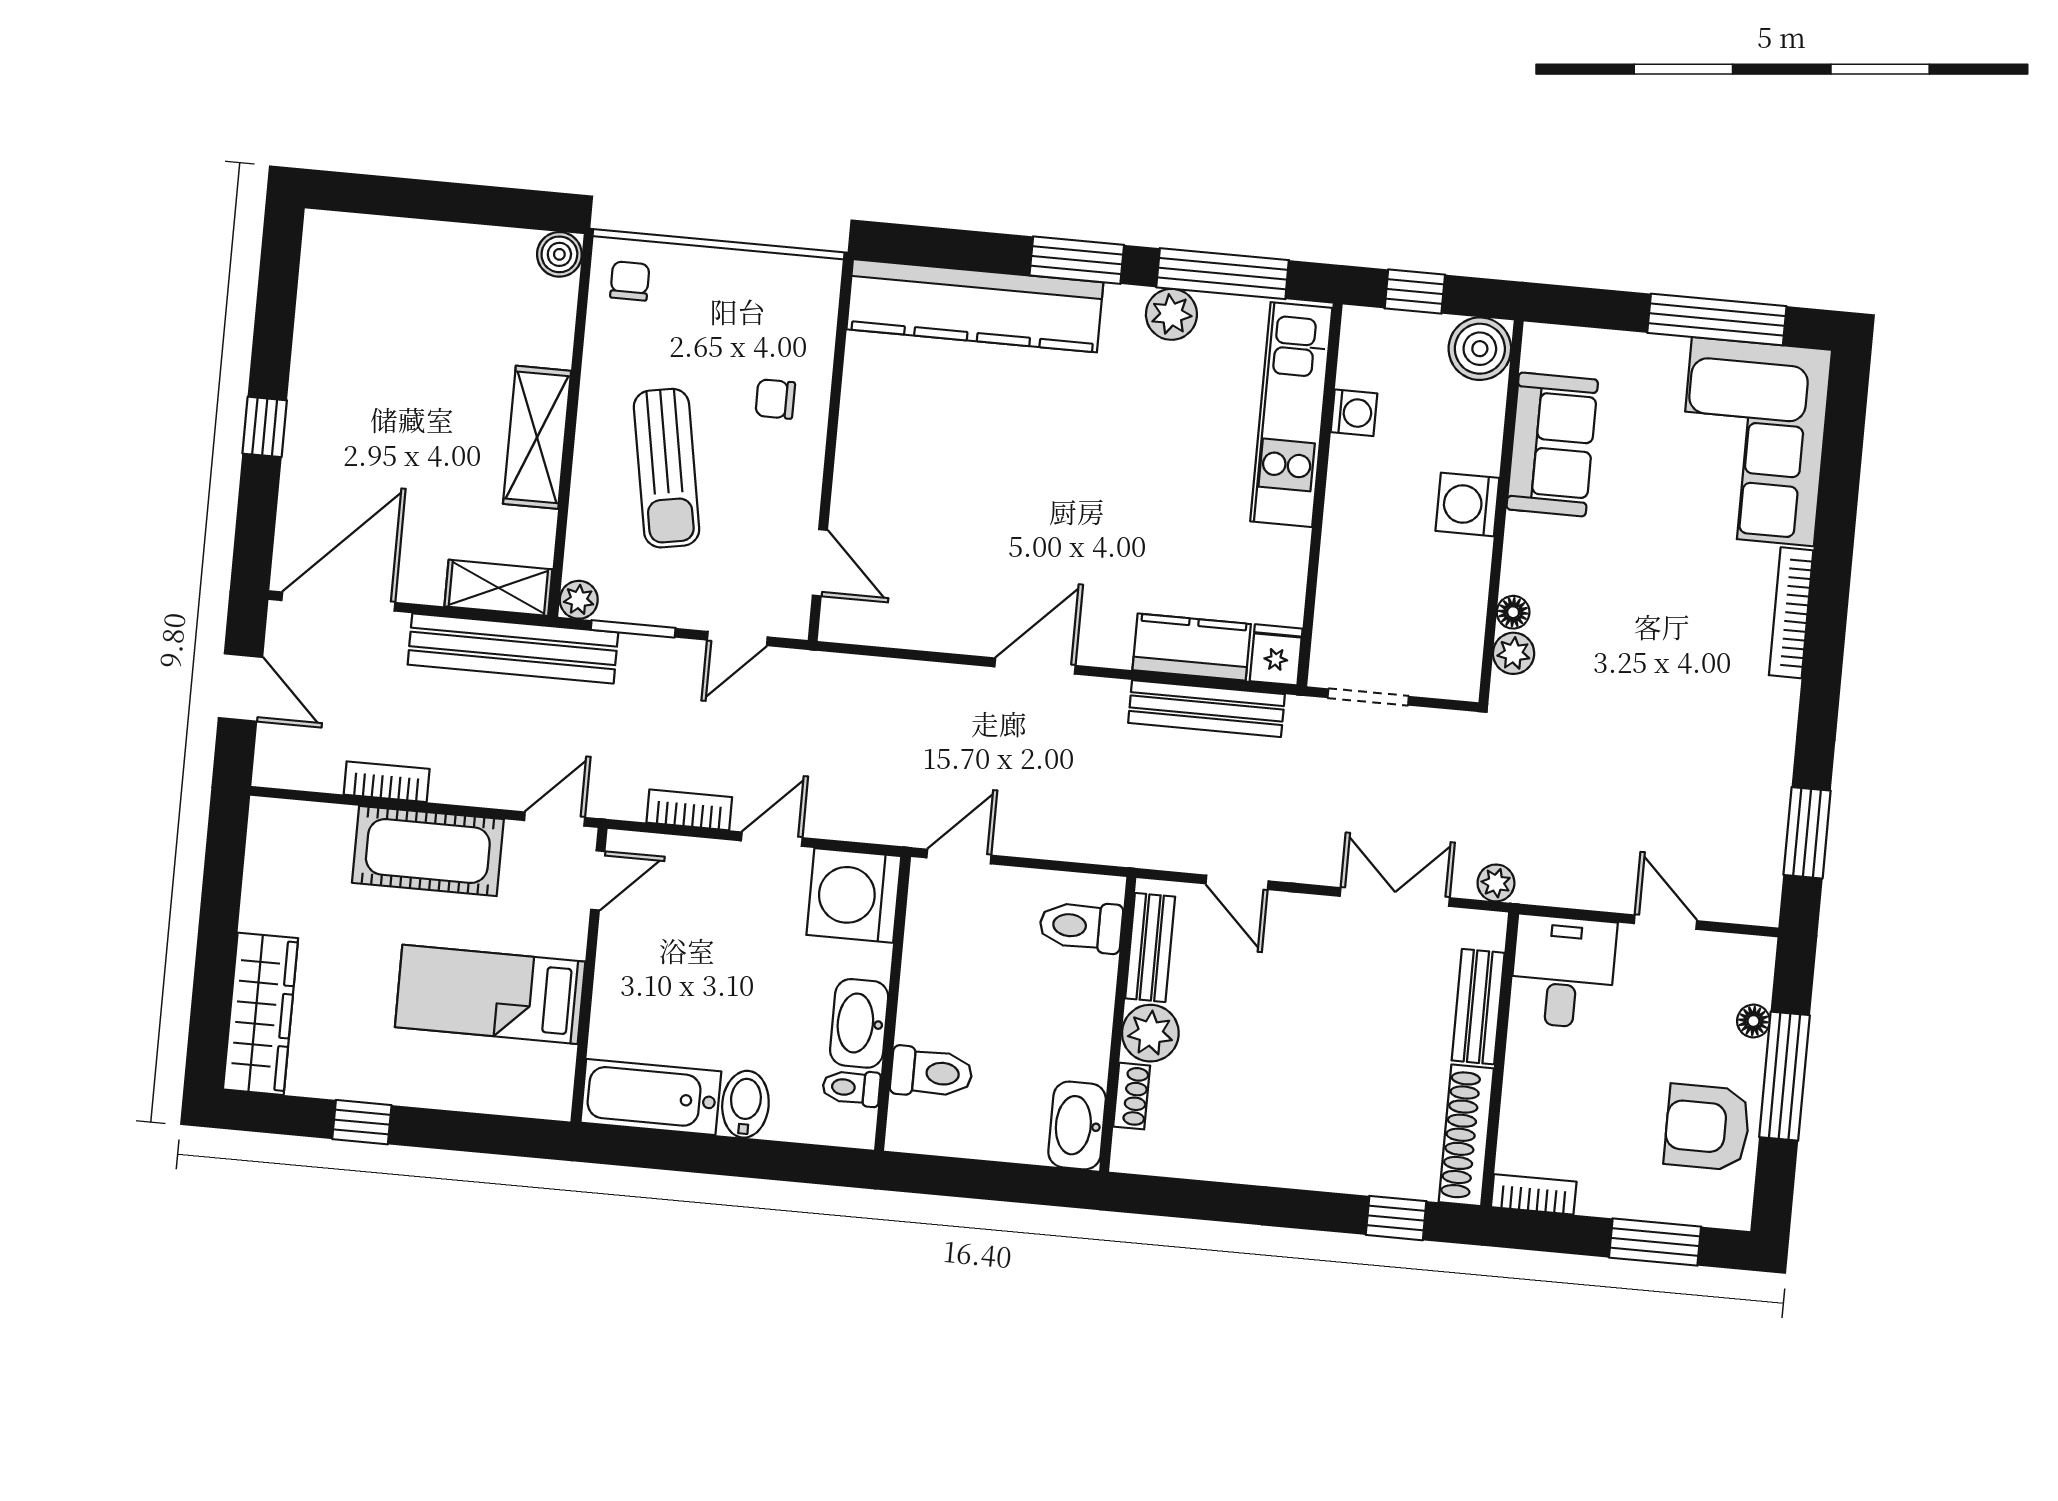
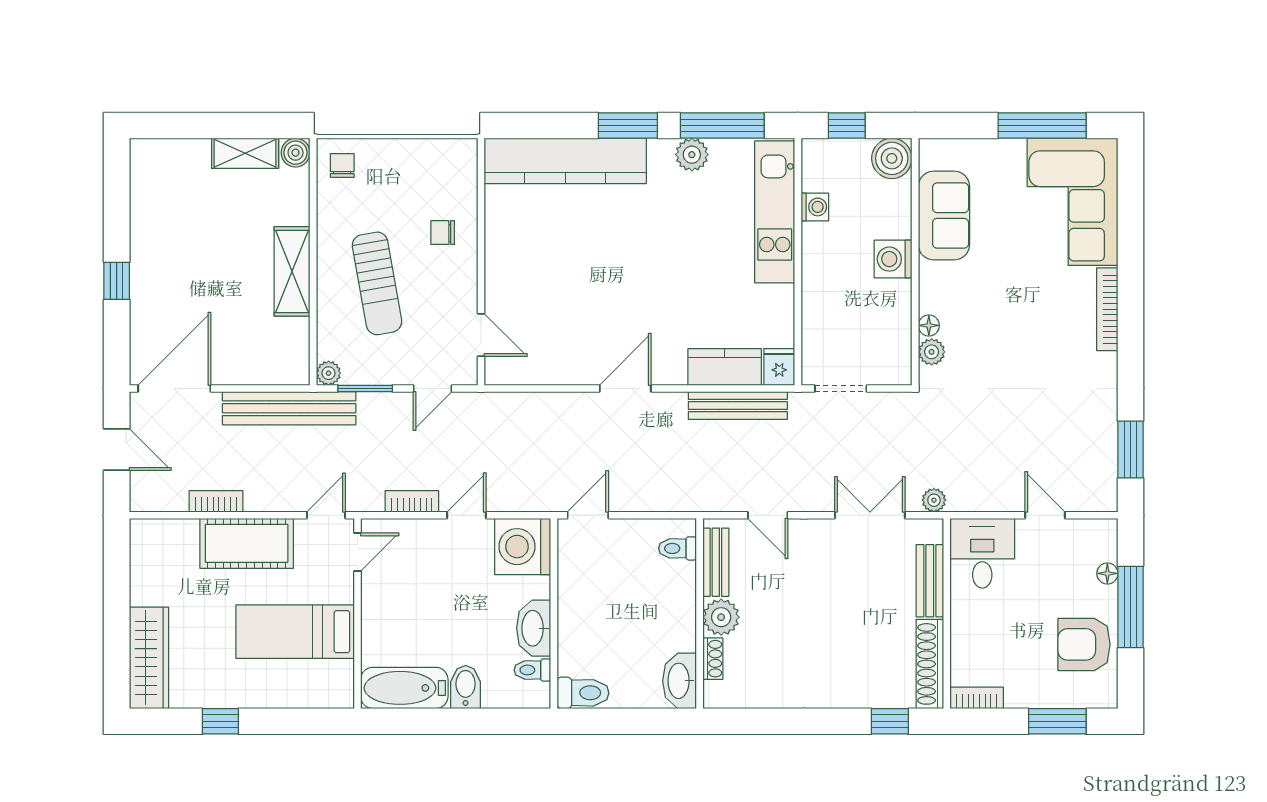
shelving: (498, 588) -> (245, 153), moved
toilet: (1081, 926) -> (678, 548), width x0.73, depth x0.72
toilet: (931, 1073) -> (583, 693), moved

